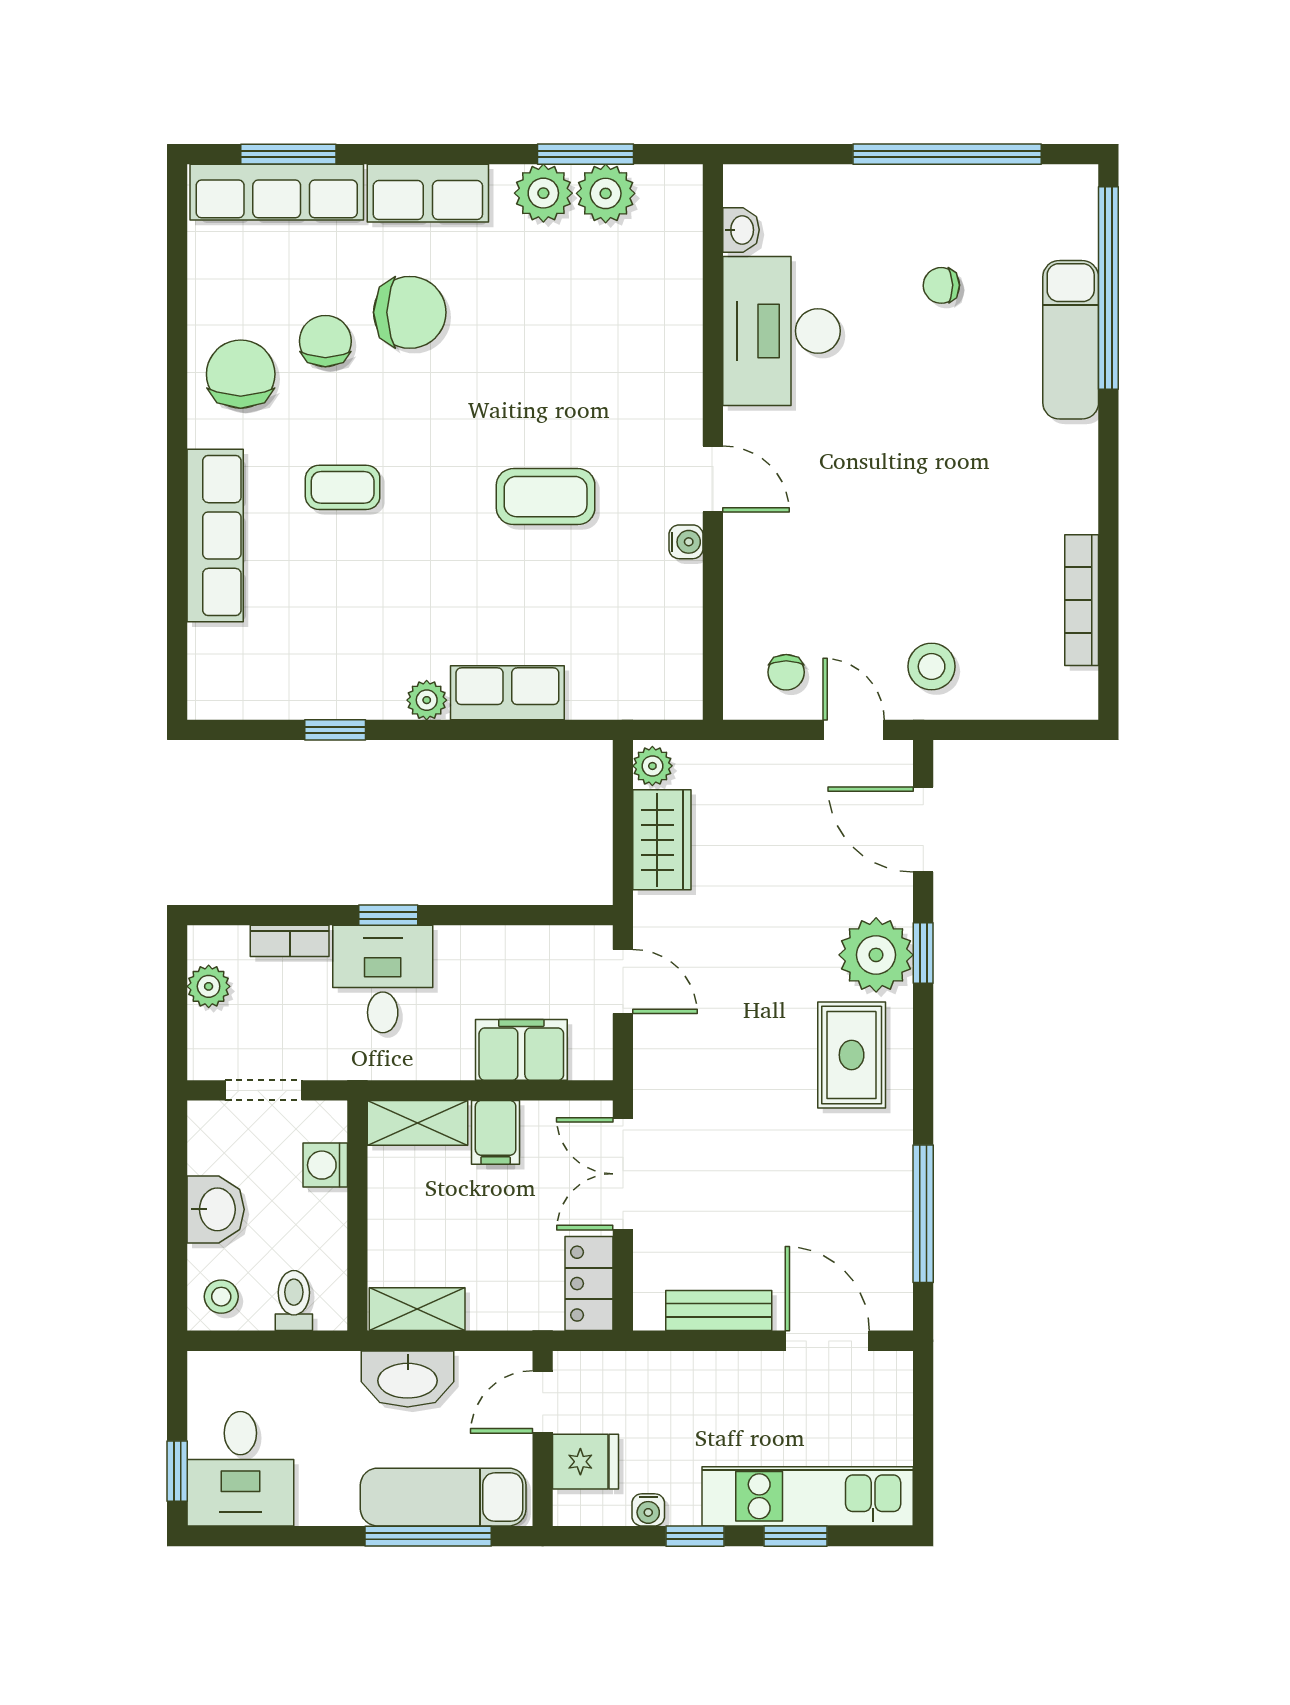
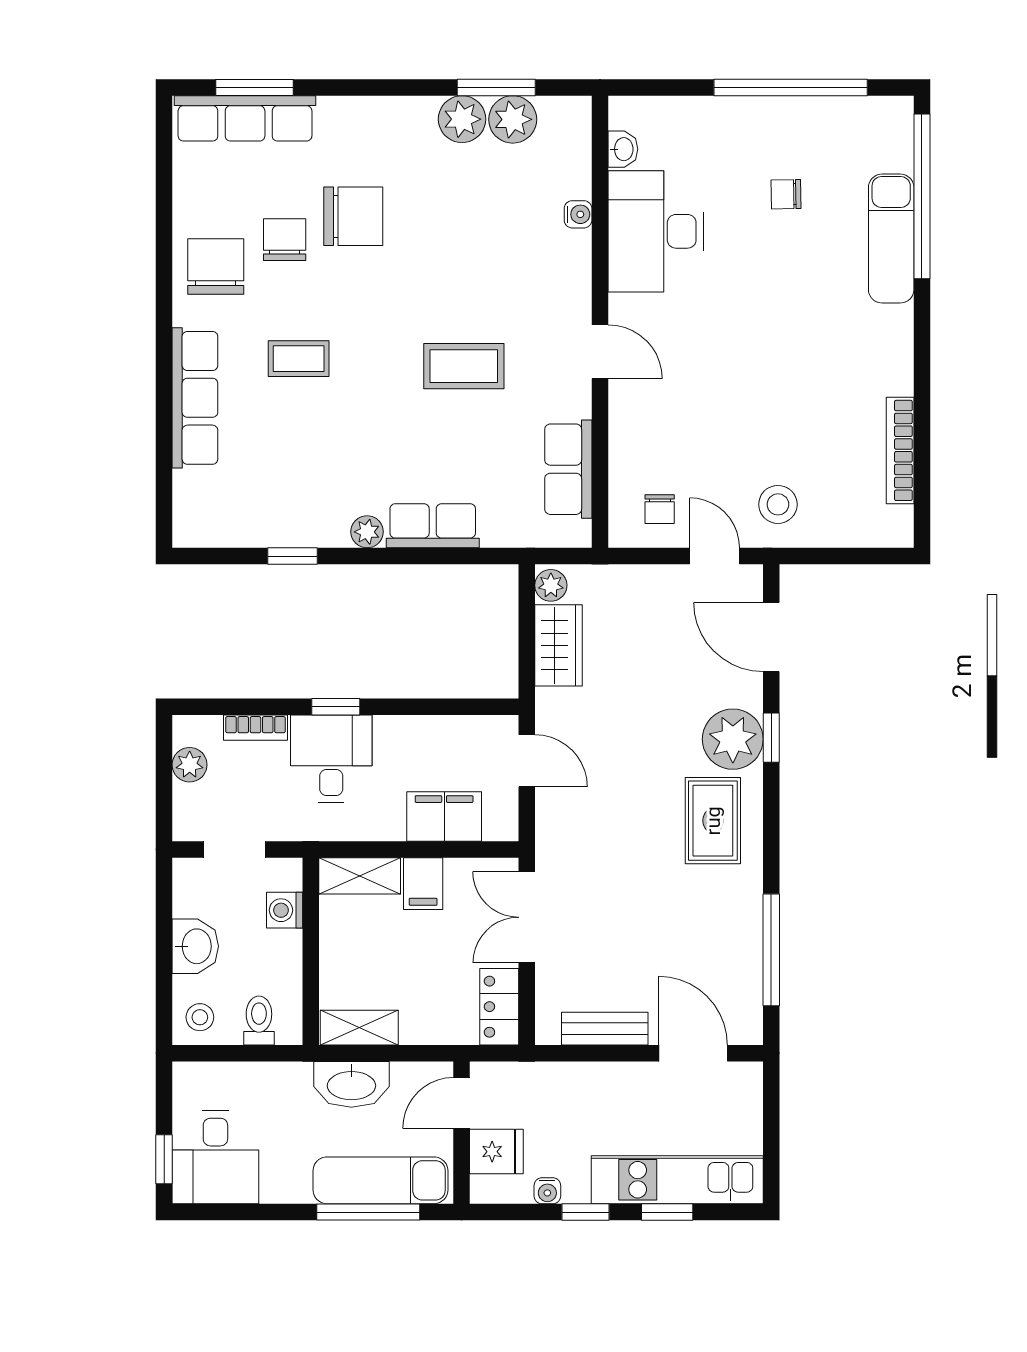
row of seats: (428, 193) -> (568, 469), moved, turned 90
water cooler: (686, 542) -> (578, 214), moved

